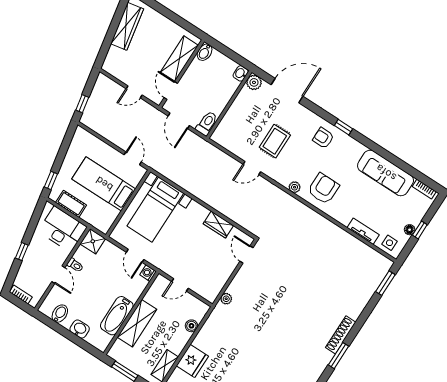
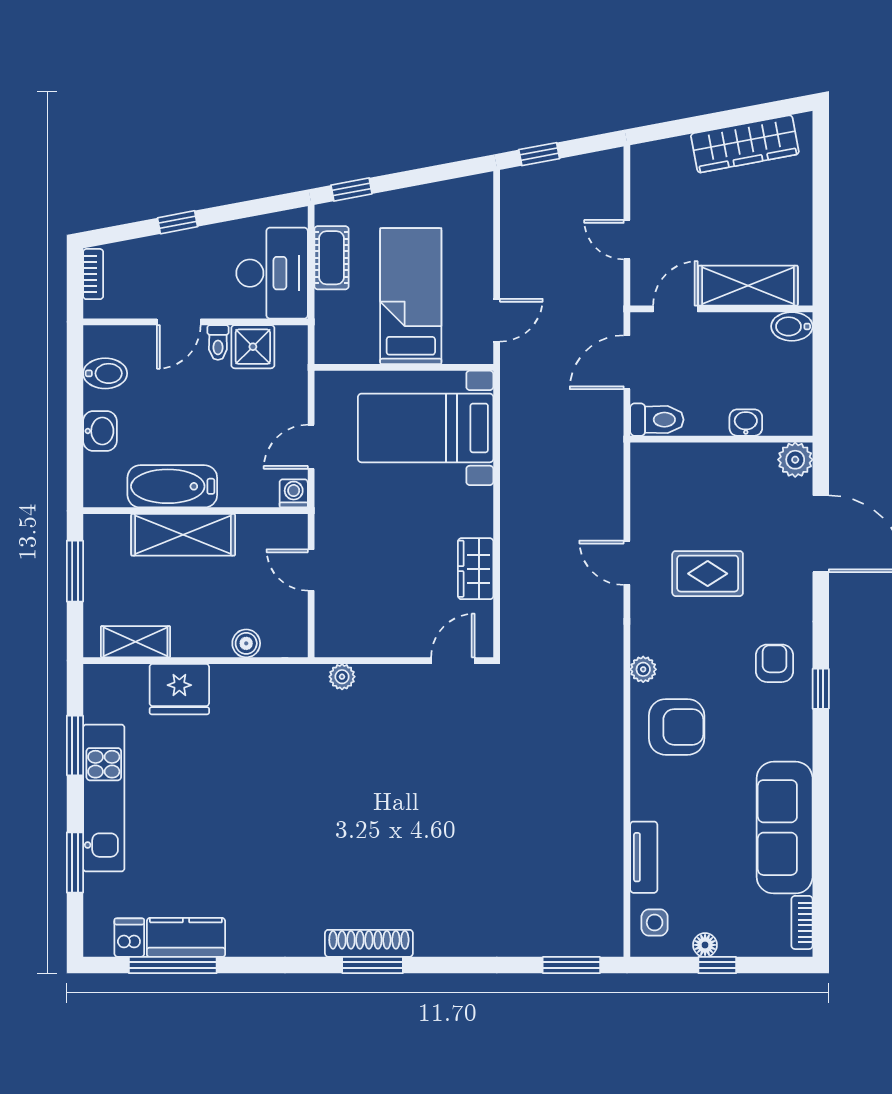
washbasin: (241, 73) -> (746, 423), moved
shower: (93, 241) -> (253, 347), moved
shoe rack: (341, 335) -> (369, 943), moved

